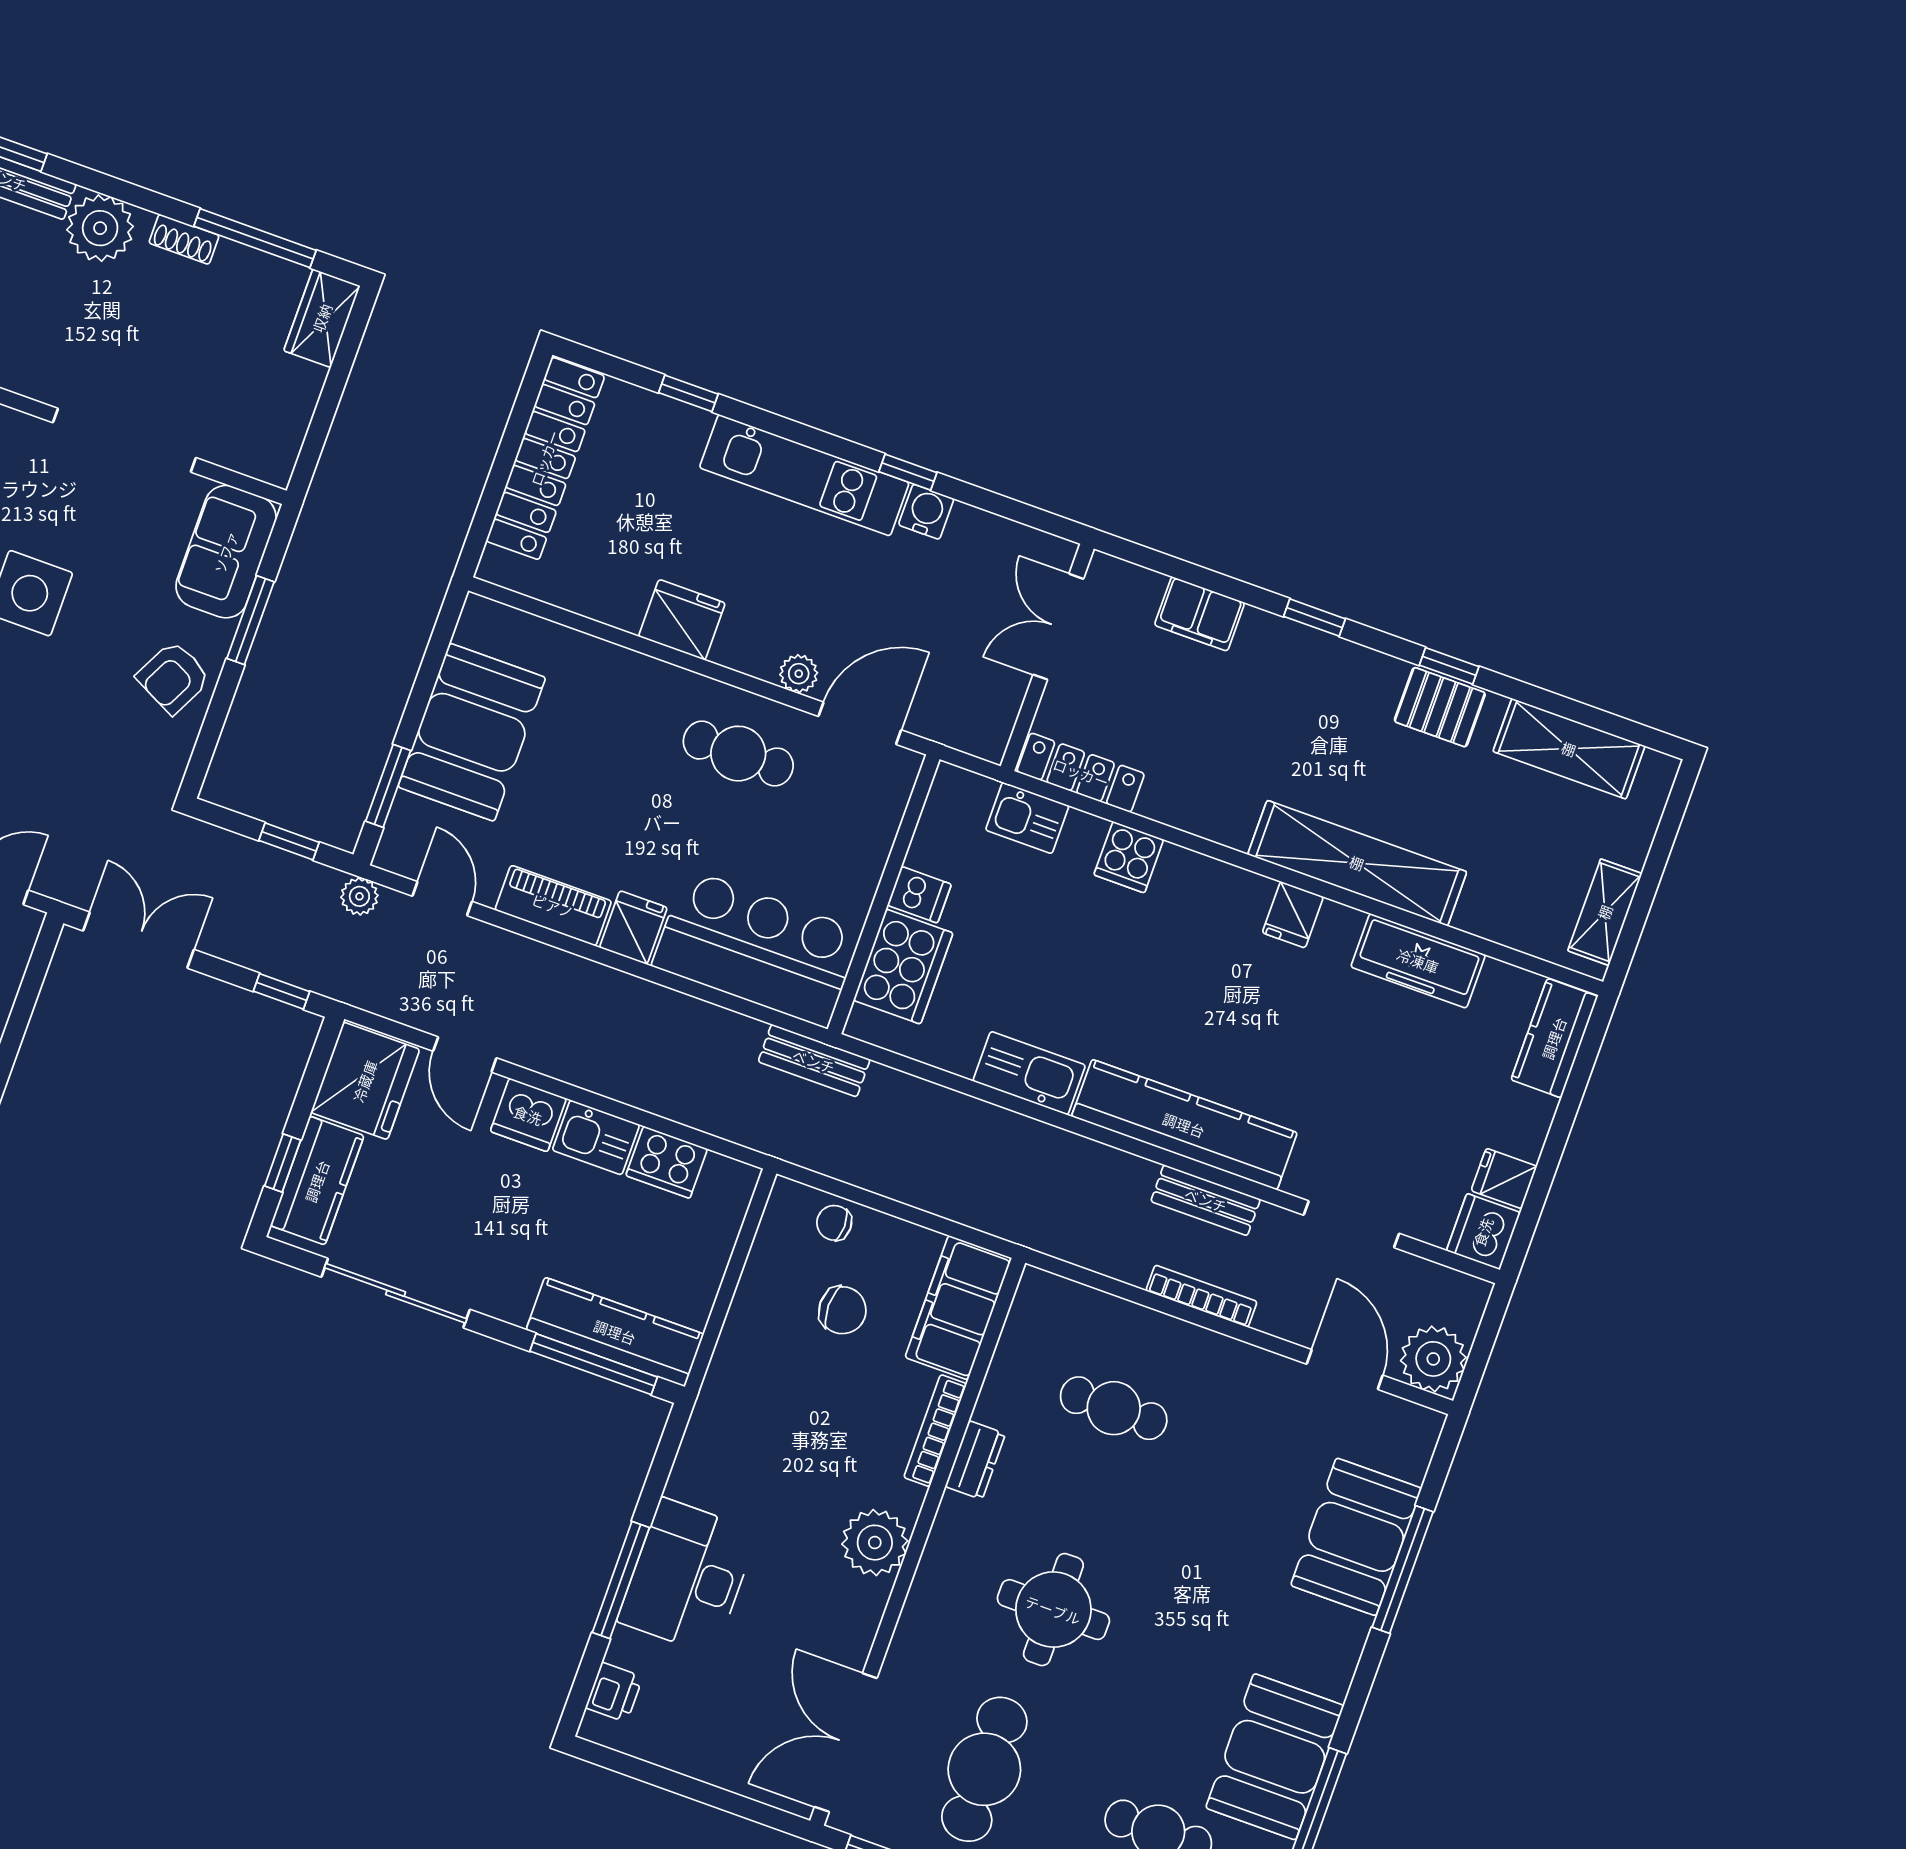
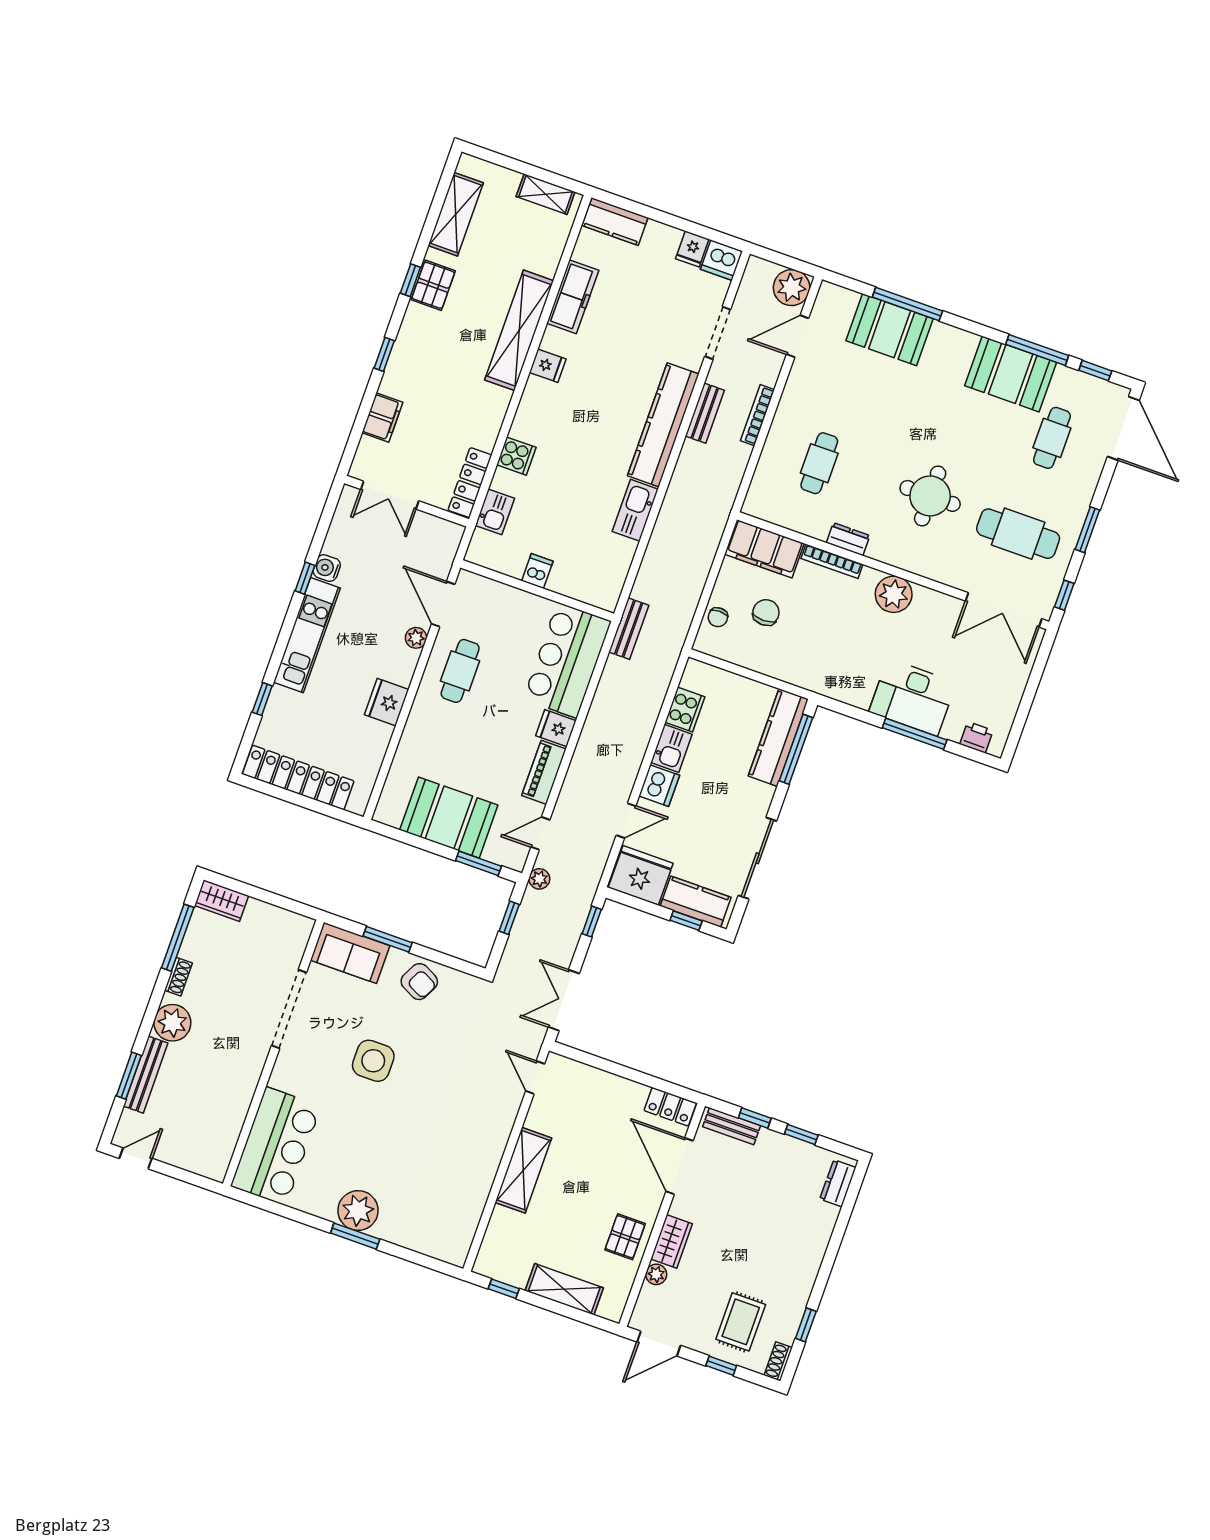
cooker: (903, 967) -> (577, 580), removed

